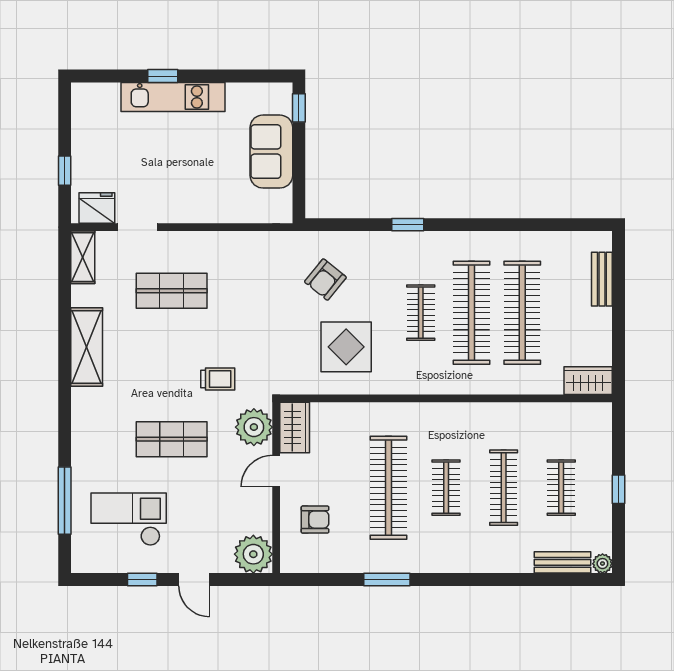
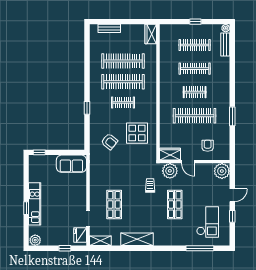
plant: (84, 98) -> (35, 240), added
sofa: (271, 152) -> (71, 164), moved
clothes rail: (561, 488) -> (195, 45), width x1.36
checkout: (129, 519) -> (208, 222), turned 180

